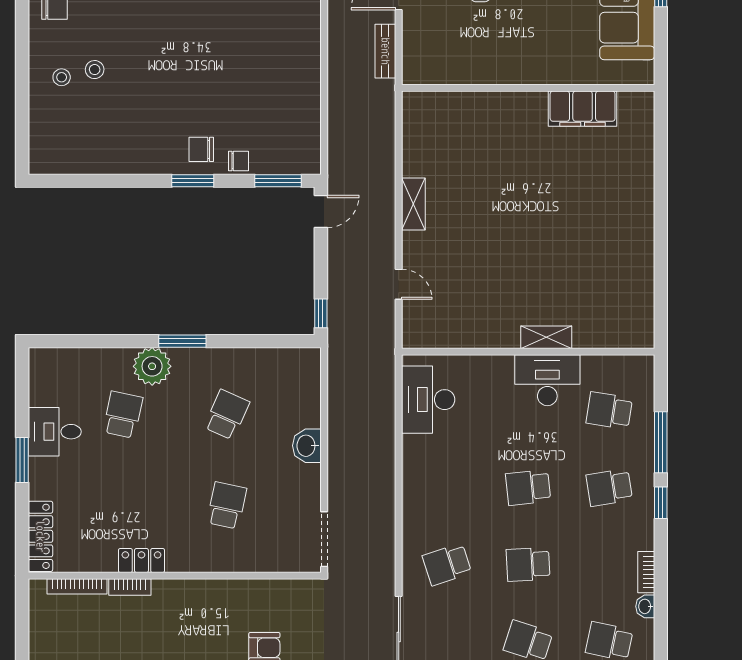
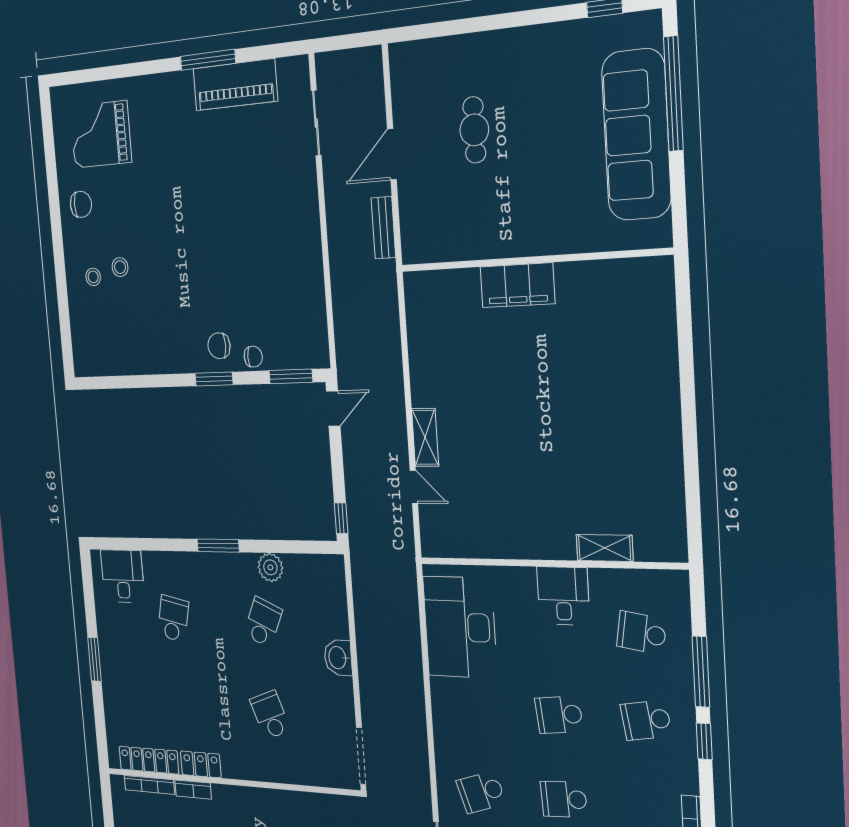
filing cabinet: (583, 109) -> (517, 285), moved
shelving: (413, 204) -> (425, 437), moved
shelving: (546, 337) -> (605, 548), moved
plant: (152, 366) -> (270, 567), moved, width x0.73, depth x0.73
desk: (547, 380) -> (563, 596), width x0.73
desk: (428, 400) -> (460, 627), width x1.36, depth x1.30
desk: (55, 432) -> (123, 576), moved, turned 90
school desk: (227, 505) -> (270, 715), turned -33
locker: (40, 536) -> (149, 760), moved, turned -90

